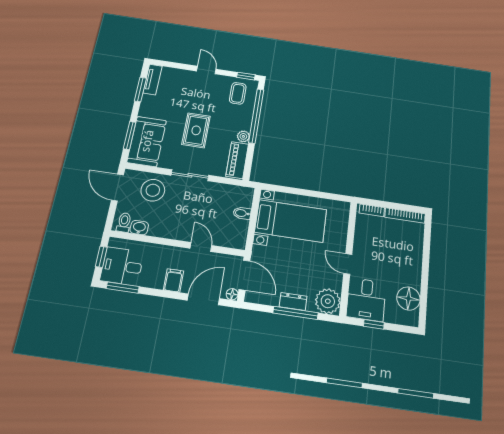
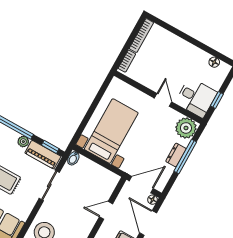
window: (248, 165) -> (50, 147), added
sliding door: (190, 175) -> (49, 185), moved
bidet: (242, 213) -> (73, 158), moved
door: (348, 264) -> (163, 100), swing flipped
floor lamp: (408, 298) -> (214, 62), width x0.53, depth x0.53

